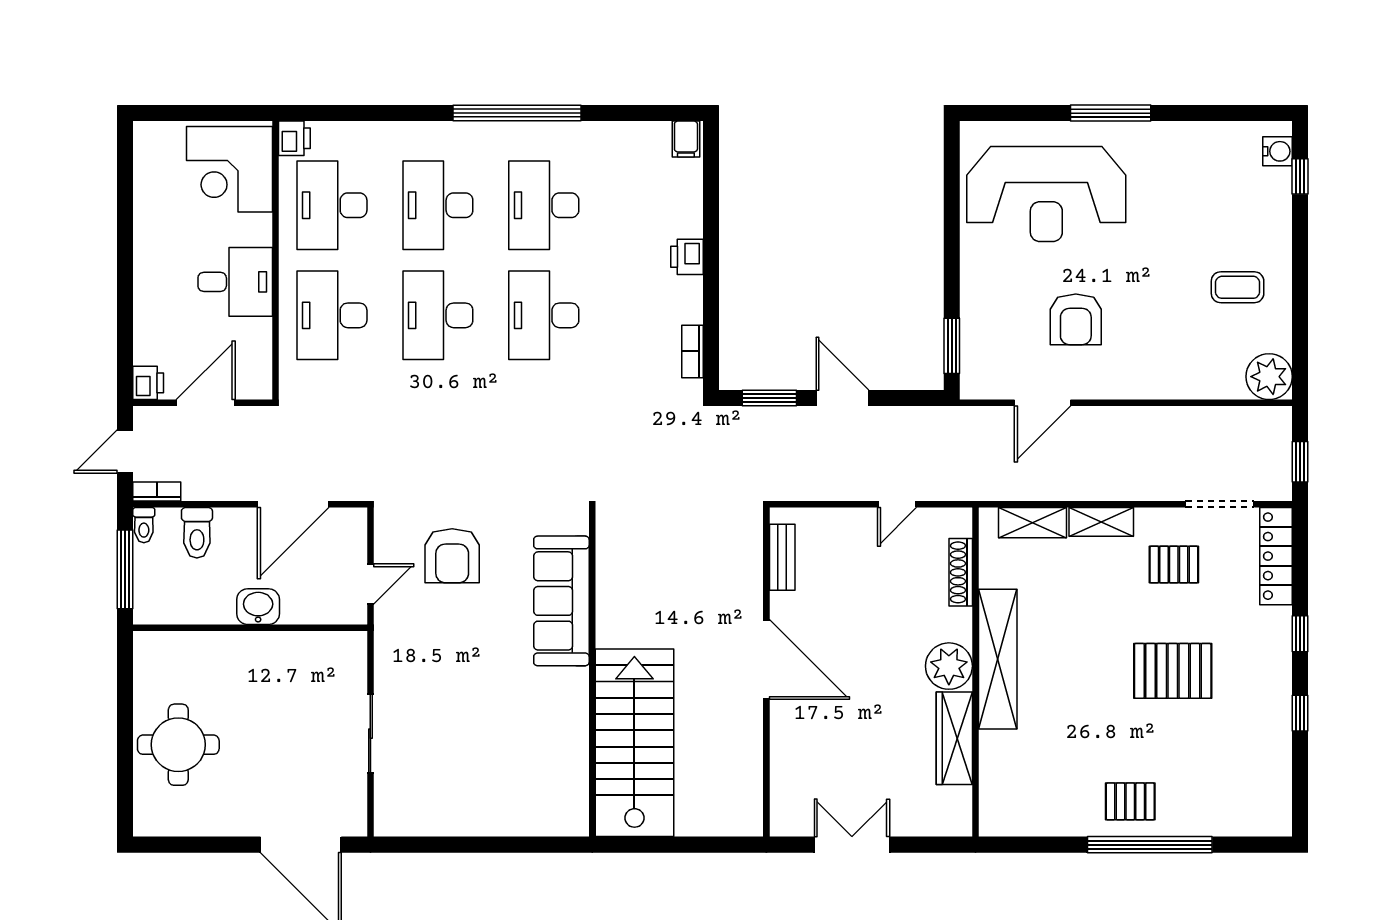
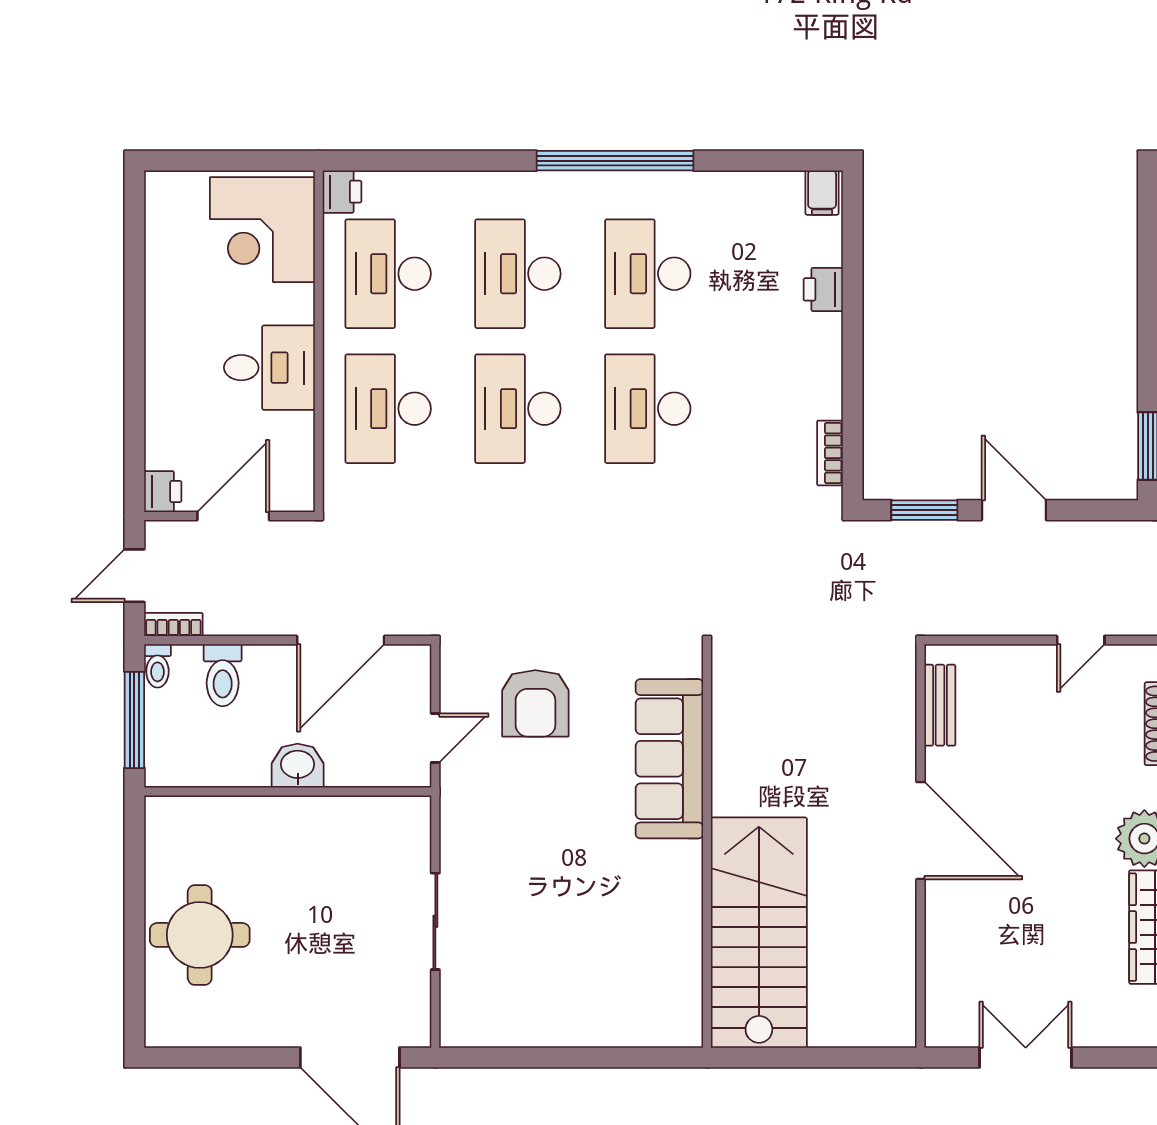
printer: (687, 257) -> (823, 289), moved

